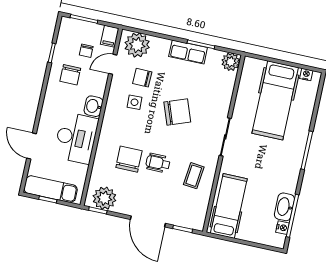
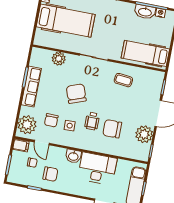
row of seats: (188, 52) -> (31, 87), width x1.48
plant: (231, 62) -> (59, 59), moved
wheelchair: (158, 163) -> (92, 121), moved
plant: (104, 198) -> (144, 134), moved

